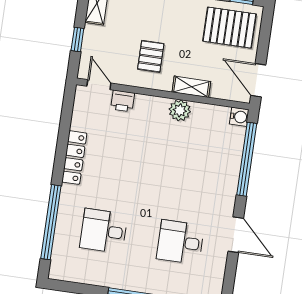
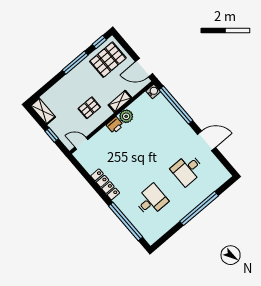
pallet: (151, 56) -> (89, 108), turned 90
printer: (123, 101) -> (115, 125), moved
desk: (104, 231) -> (151, 201), turned 180

